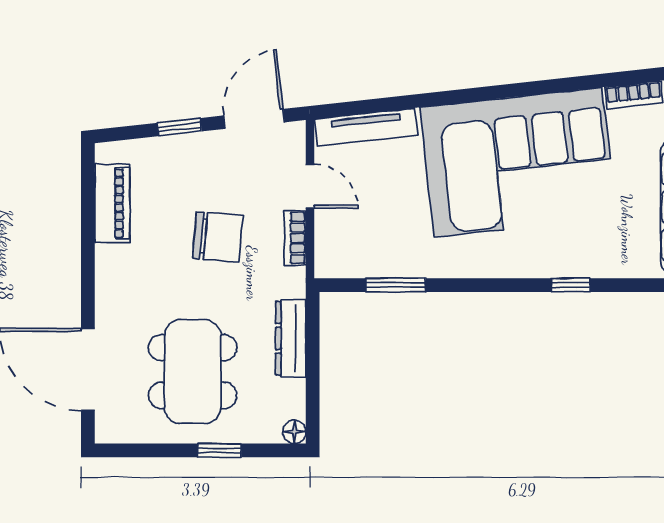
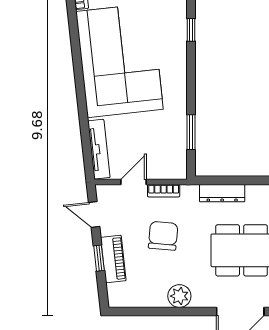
door: (254, 119) -> (94, 215), width x0.73
piano: (112, 203) -> (113, 259), moved, turned 84
plant: (114, 265) -> (179, 296), added

